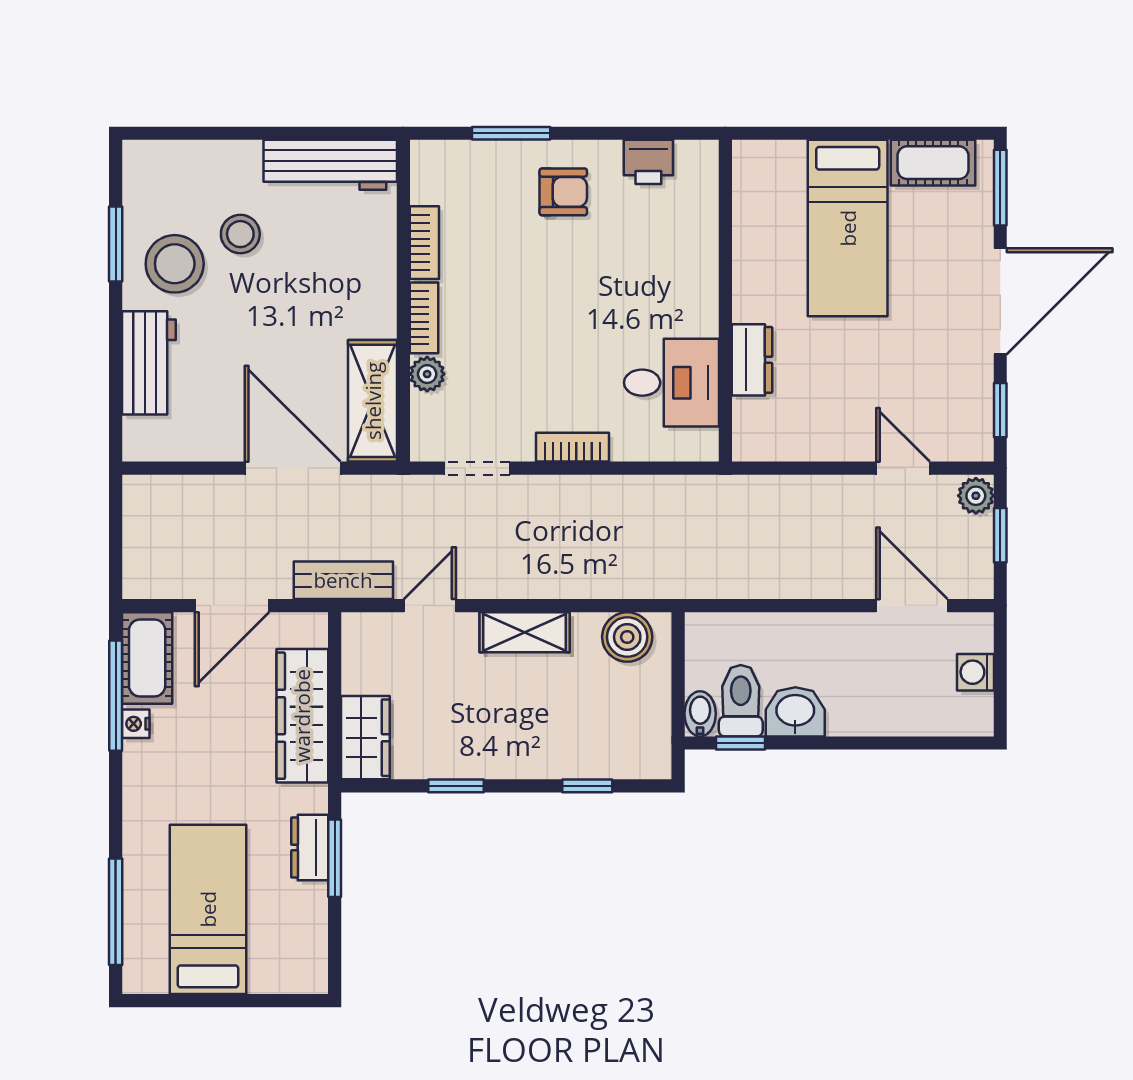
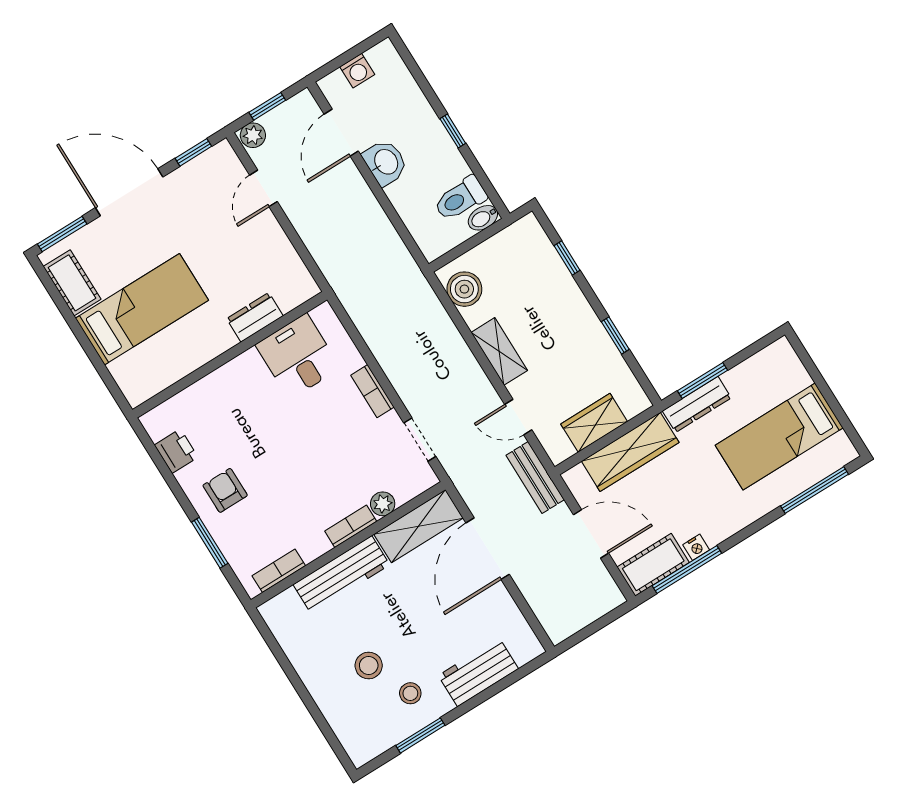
workbench: (330, 165) -> (341, 575), moved, turned 90
bookcase: (424, 243) -> (279, 571), moved
stool: (175, 264) -> (410, 693), width x0.53, depth x0.53
washbasin: (795, 712) -> (385, 162), moved, turned 180
wardrobe: (365, 738) -> (594, 423), moved
window: (740, 743) -> (453, 131), moved
dresser: (310, 848) -> (697, 404), width x1.44

